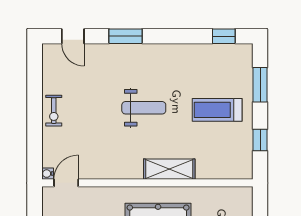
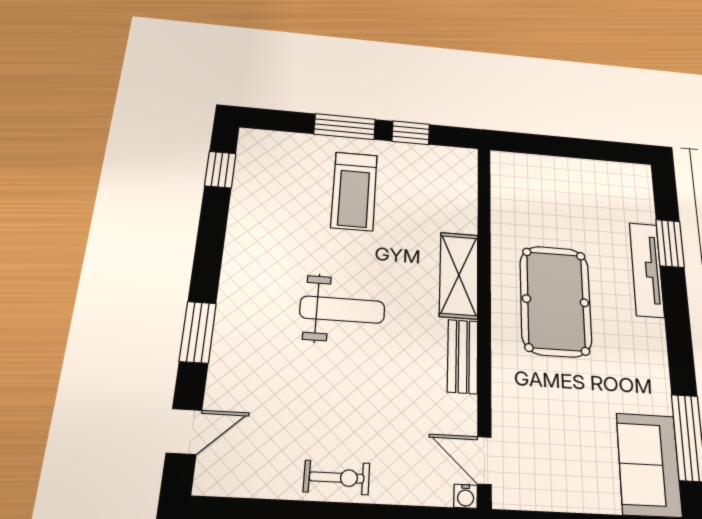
window: (260, 85) -> (345, 127), moved
weight bench: (144, 108) -> (342, 310), turned 90
bench: (122, 172) -> (463, 356), added

